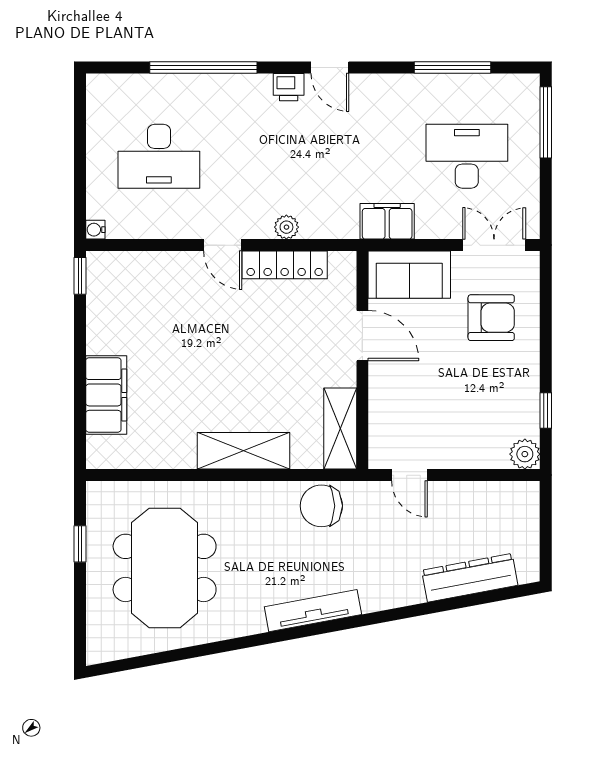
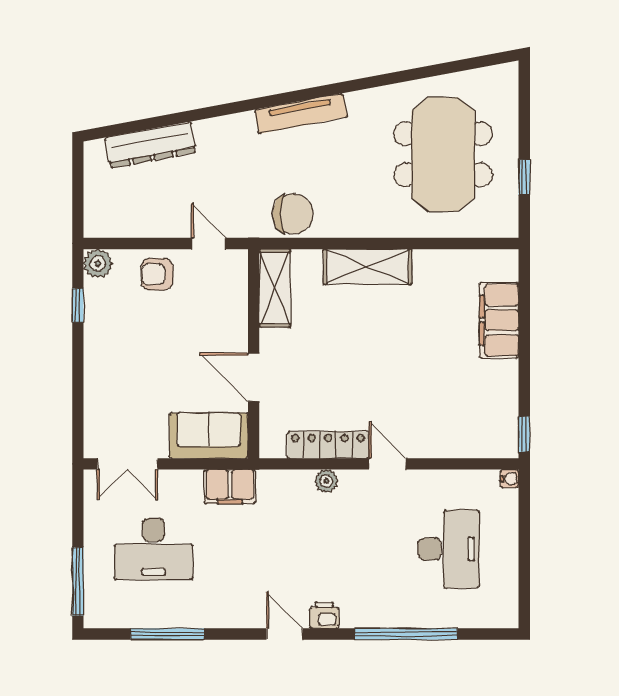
desk: (159, 156) -> (449, 549), turned 90
armchair: (491, 318) -> (157, 274), moved, width x0.72, depth x0.72

